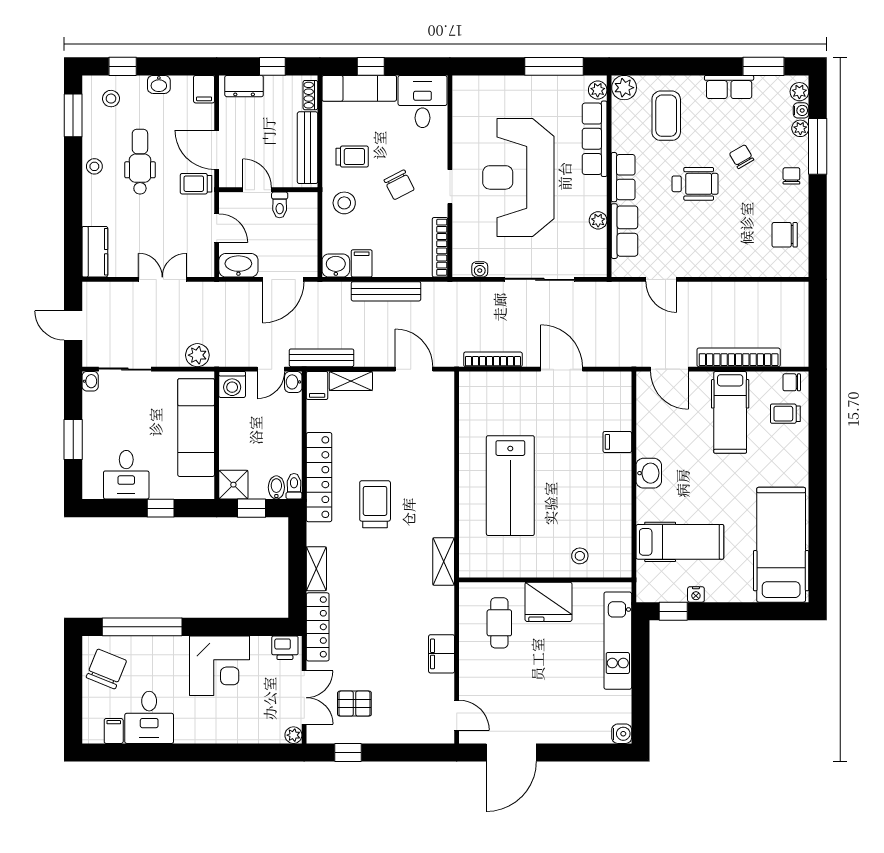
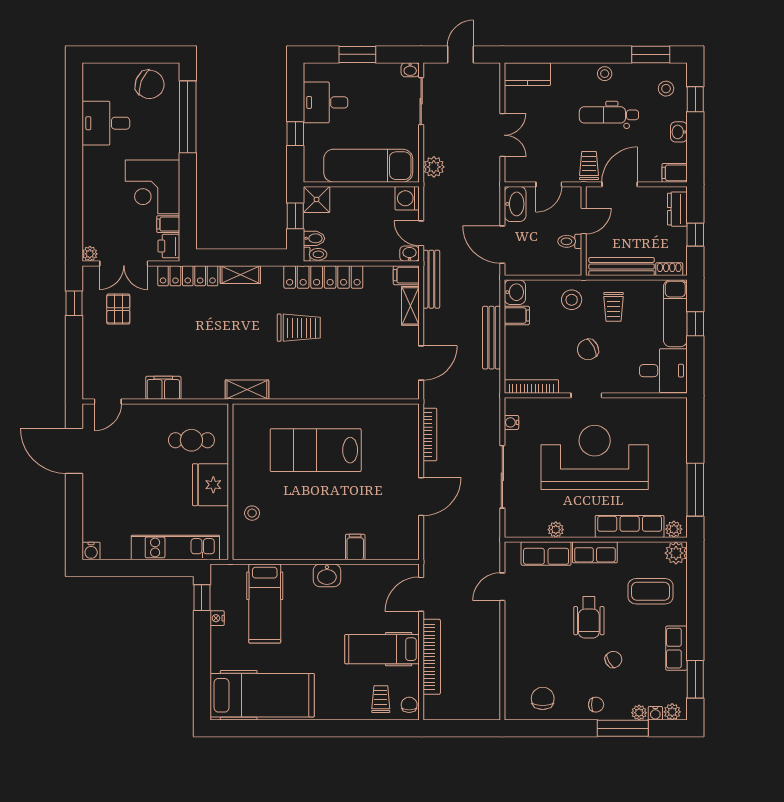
dental chair: (140, 162) -> (609, 115), turned 180
filing cabinet: (114, 731) -> (168, 224), moved, turned 180

